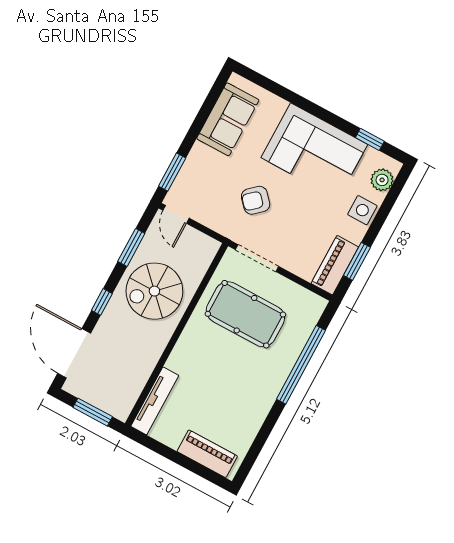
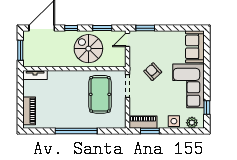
sofa: (228, 119) -> (195, 47), moved, turned 90
window: (301, 365) -> (76, 131), moved
tv unit: (155, 401) -> (35, 75), width x0.71

